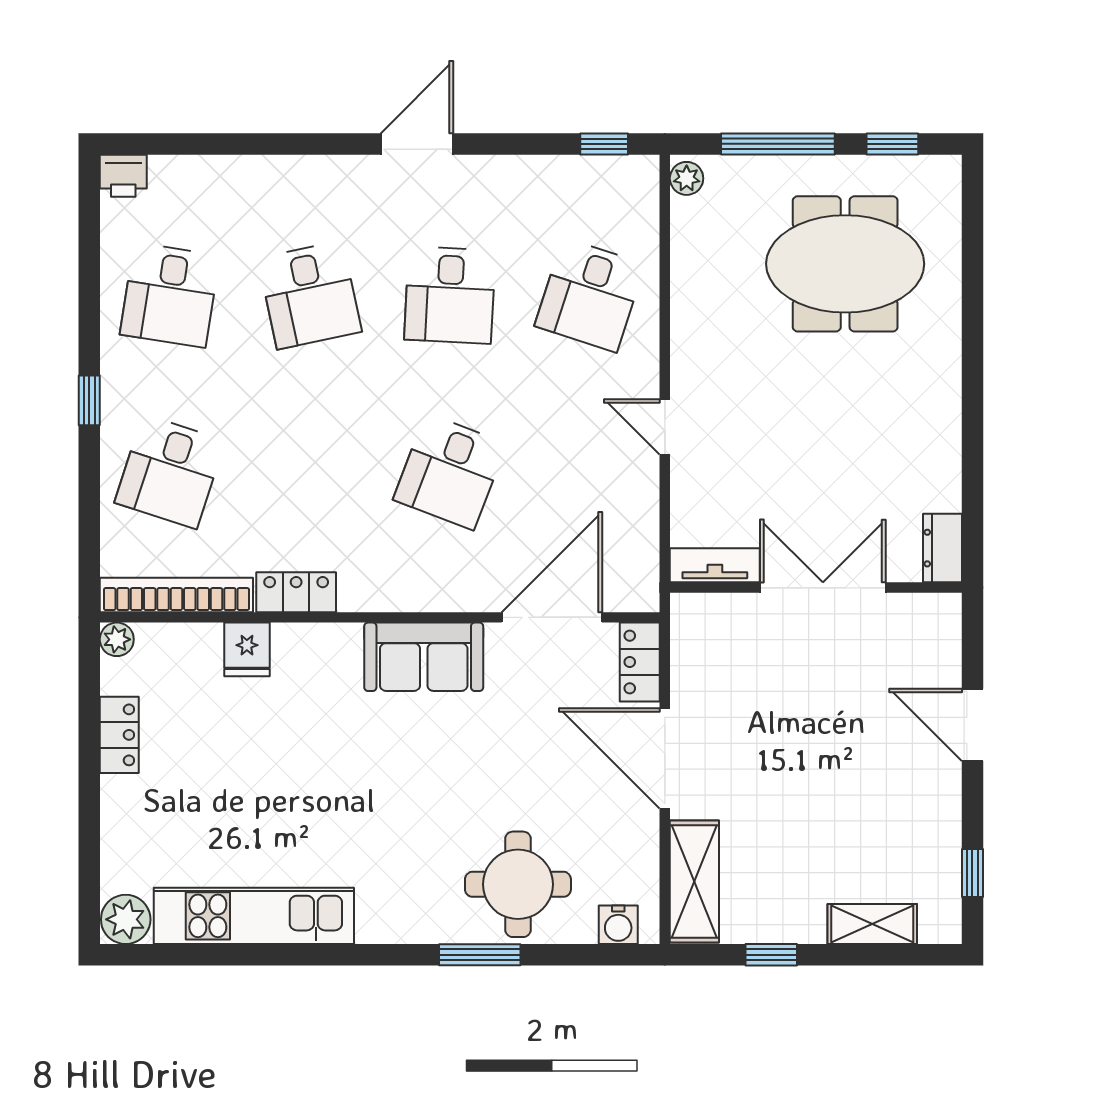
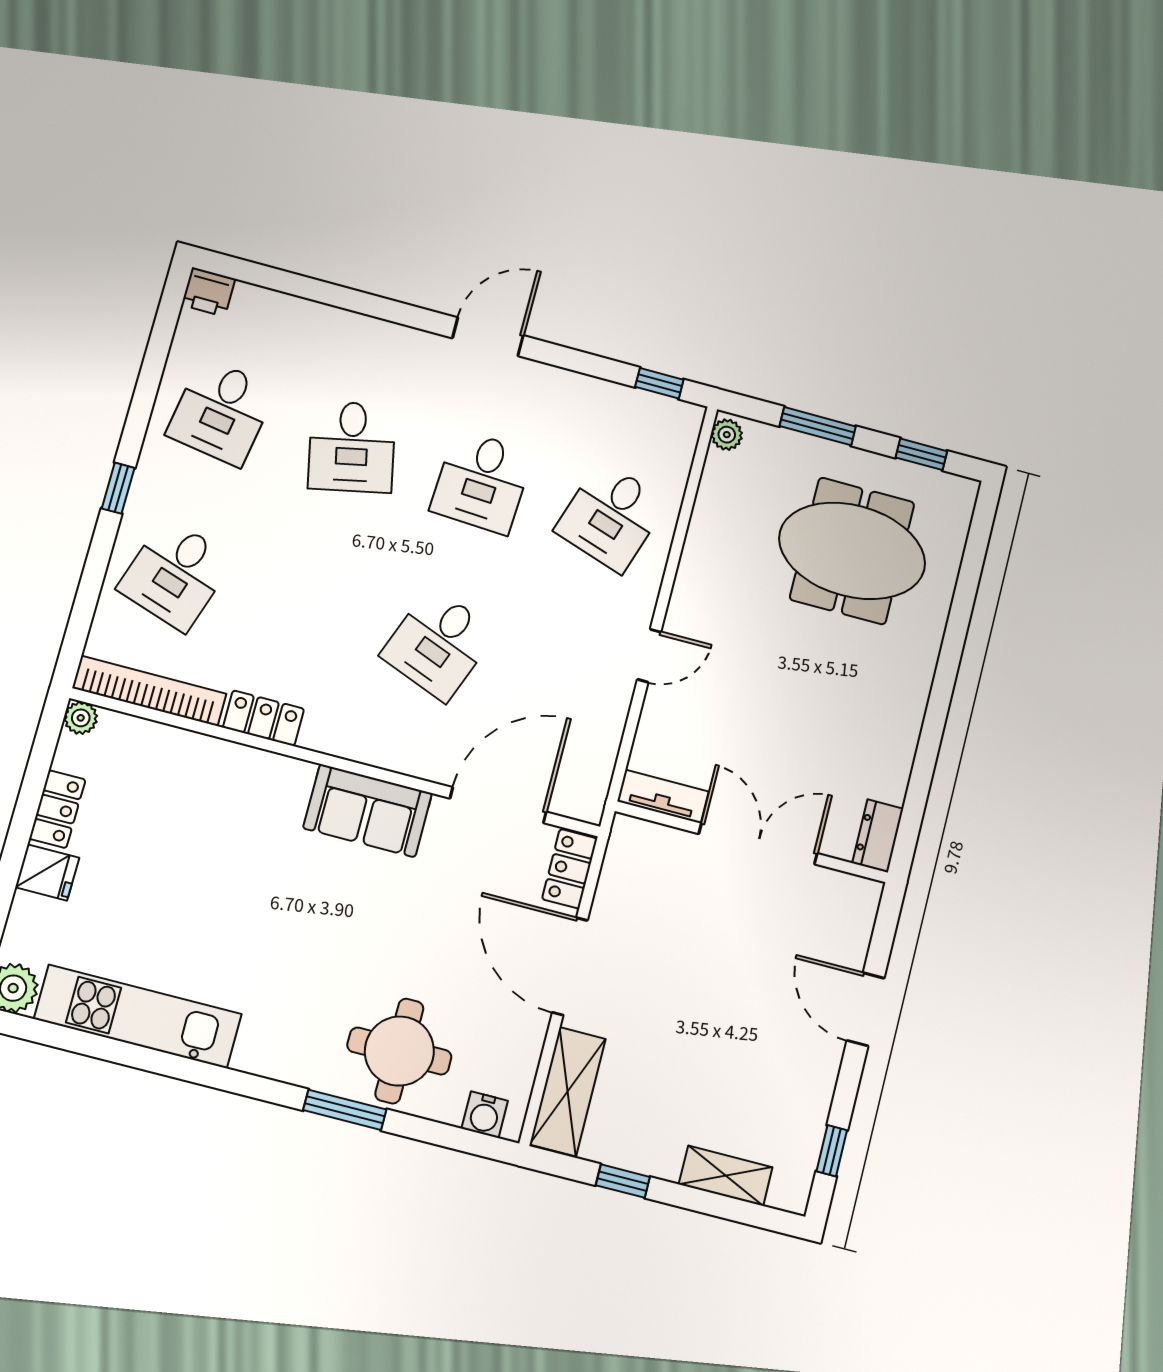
window: (778, 144) -> (818, 426), width x0.69
door: (665, 427) -> (649, 656), swing flipped
fridge: (247, 649) -> (47, 872), moved, turned -90

